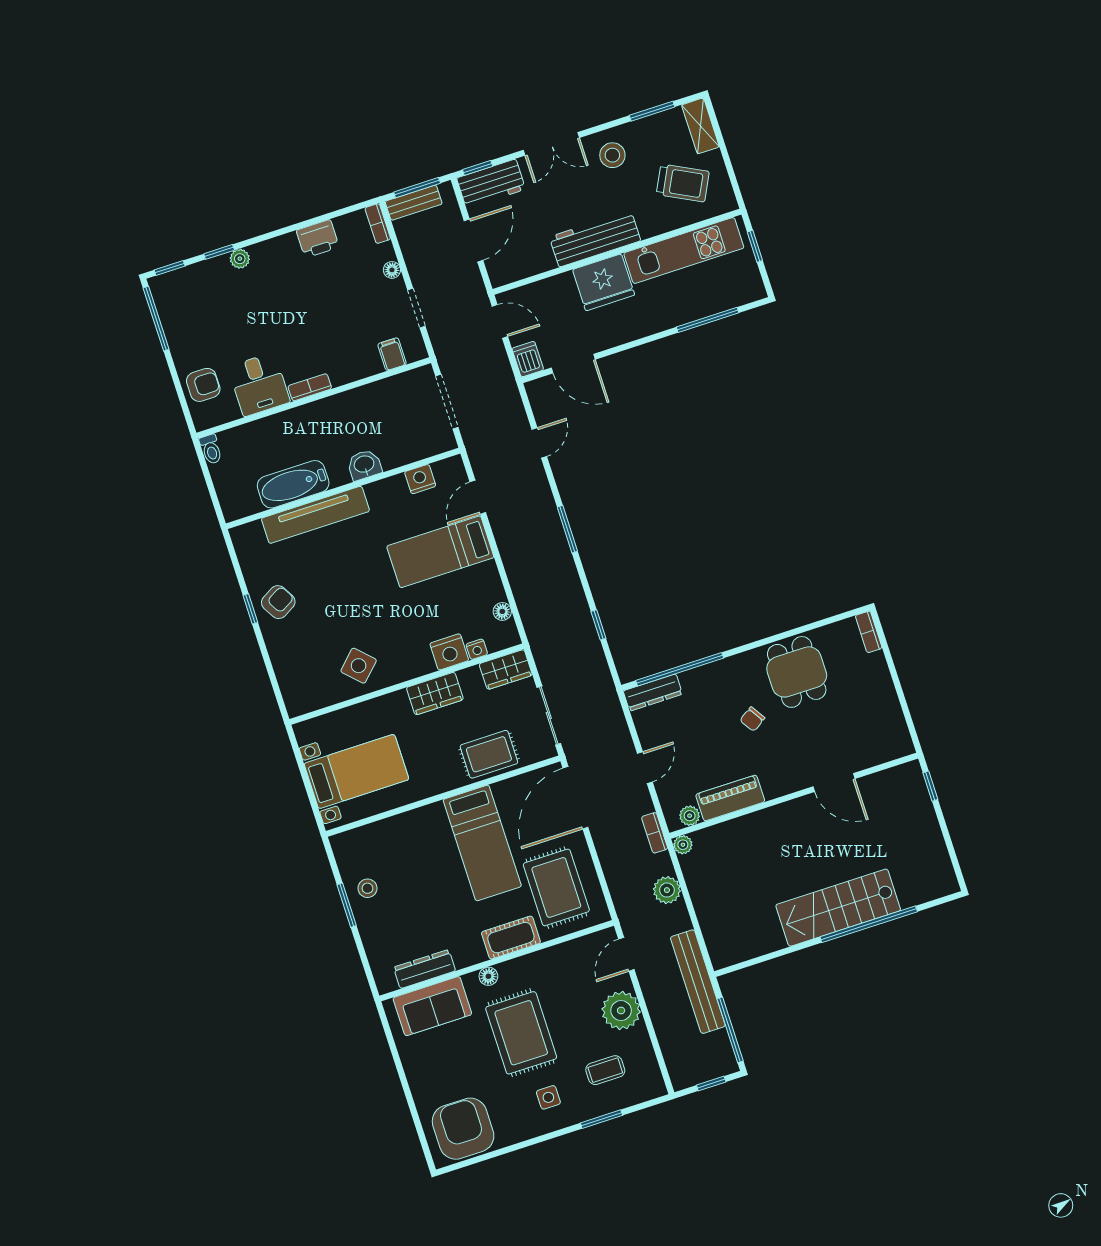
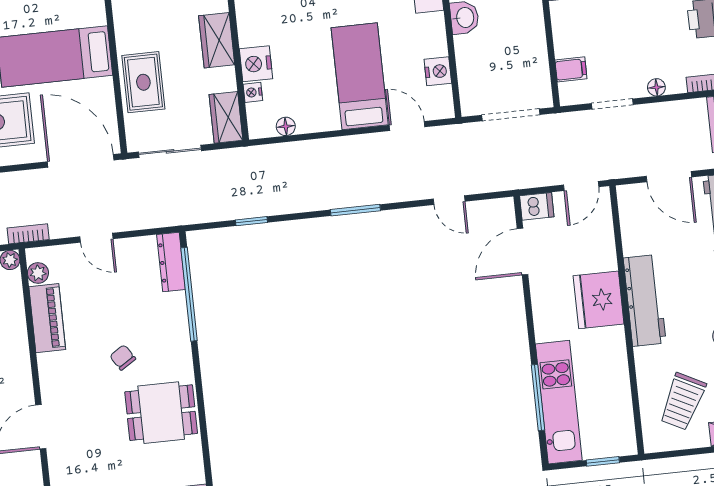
kitchen unit: (684, 251) -> (559, 402), moved, turned 180

